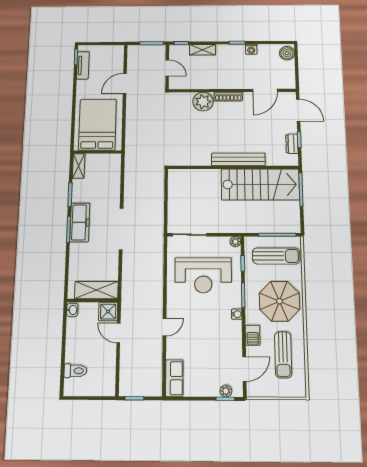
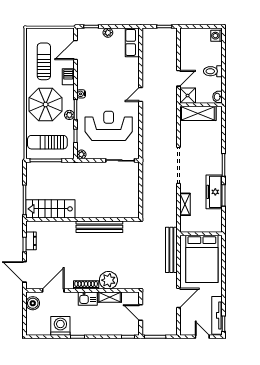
door: (100, 44) -> (202, 337), added
washing machine: (251, 49) -> (60, 326), width x1.89, depth x1.89
shelving: (202, 50) -> (110, 297), moved
boiler: (287, 53) -> (33, 303), moved
tv unit: (83, 65) -> (217, 315), width x1.41
kitchen sink: (226, 82) -> (88, 299), added
bench: (132, 134) -> (171, 250), added
bench: (238, 159) -> (99, 227), moved
shelving: (79, 166) -> (185, 204), moved
stairs: (260, 184) -> (50, 209), width x0.73, depth x0.66
freezer: (80, 222) -> (214, 192), moved
plant: (250, 289) -> (69, 115), added
door: (165, 327) -> (141, 94), moved
door: (118, 333) -> (178, 78), hinge flipped
toilet: (75, 371) -> (213, 71), moved
washing machine: (70, 386) -> (216, 36), added
plant: (226, 391) -> (108, 33), moved

